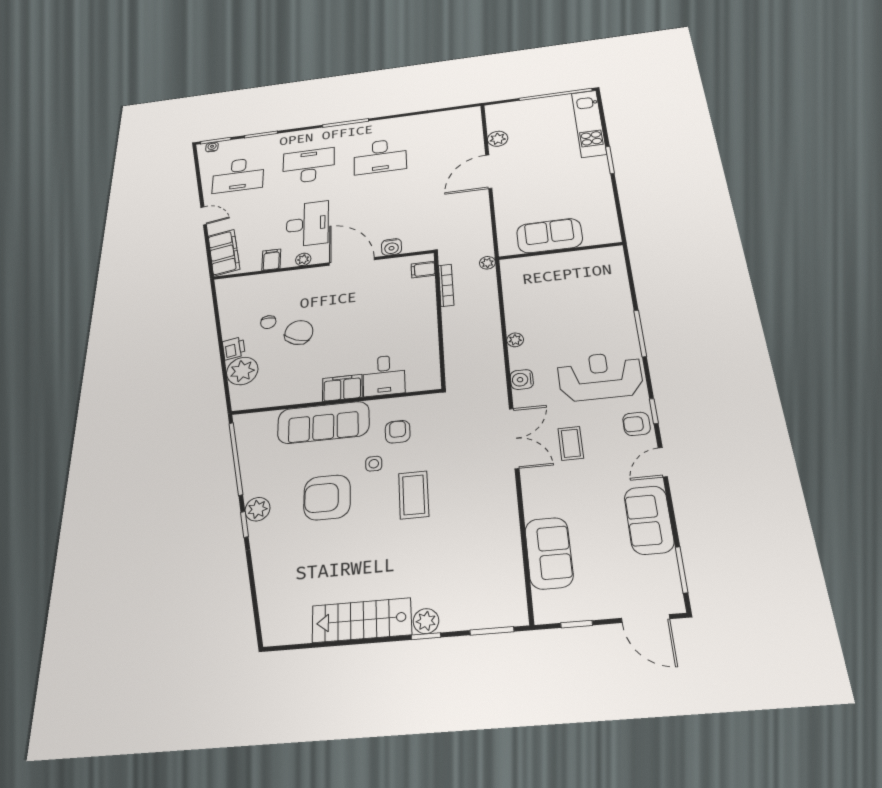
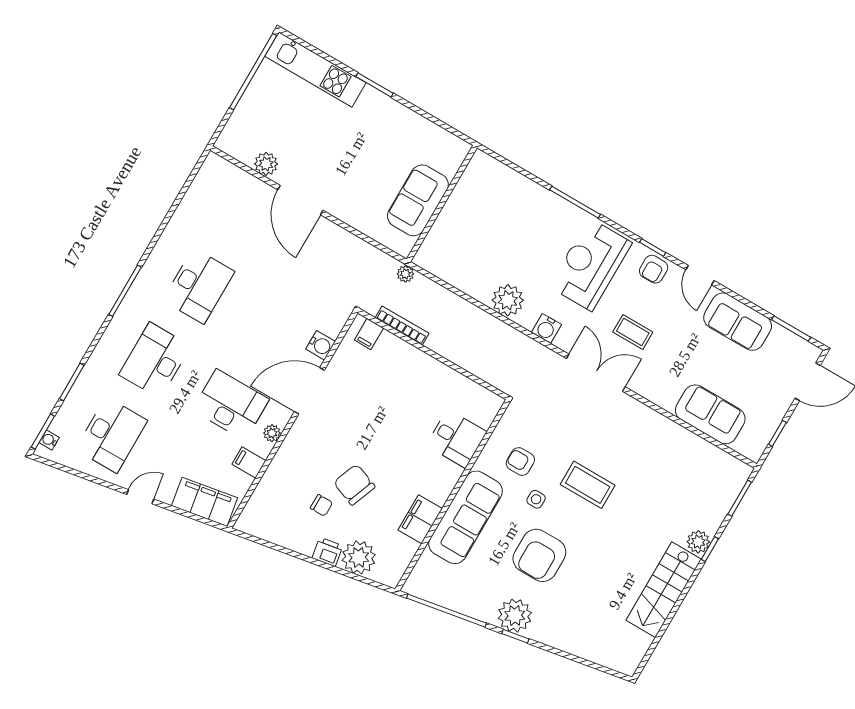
plant: (515, 340) -> (508, 300), width x1.88, depth x1.88
filing cabinet: (342, 388) -> (420, 519), moved
plant: (257, 509) -> (515, 616), width x1.36, depth x1.36

